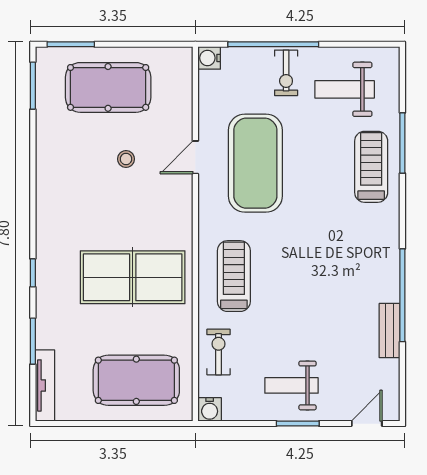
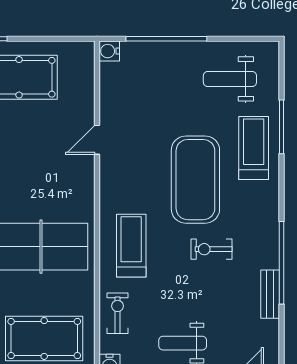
exercise bike: (286, 73) -> (211, 249), moved, turned 90
stool: (126, 159) -> (35, 141), removed
exercise mat: (255, 163) -> (195, 180), moved

